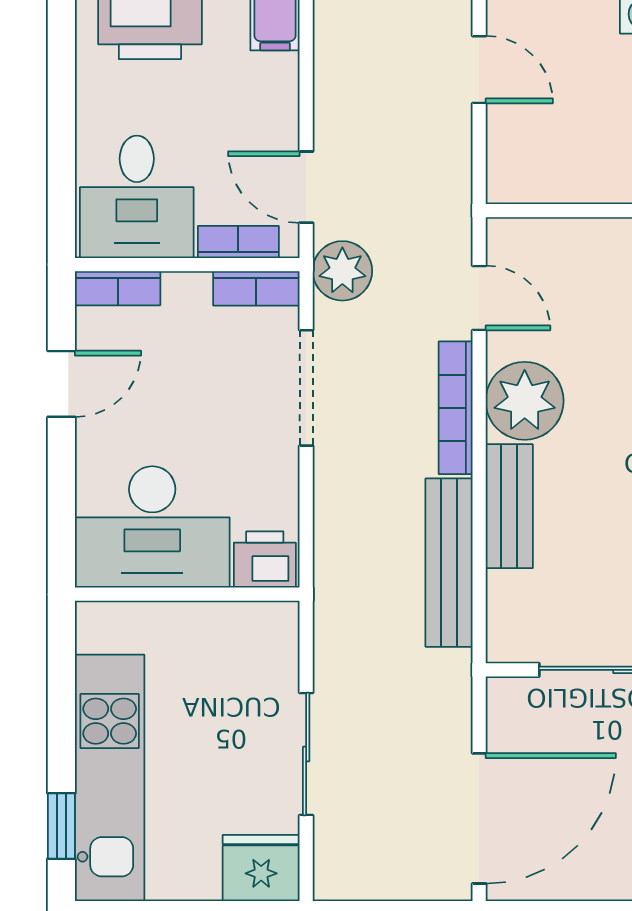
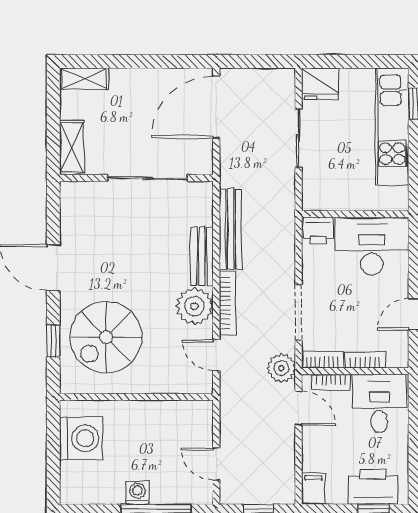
bookcase: (118, 288) -> (365, 360), moved

